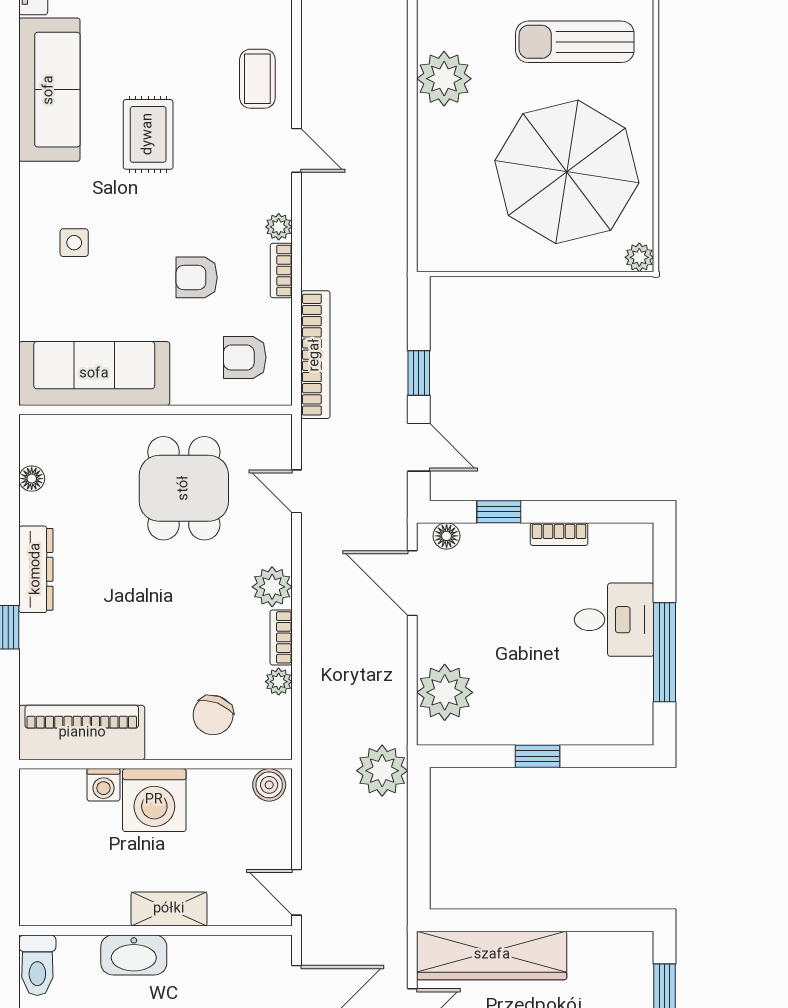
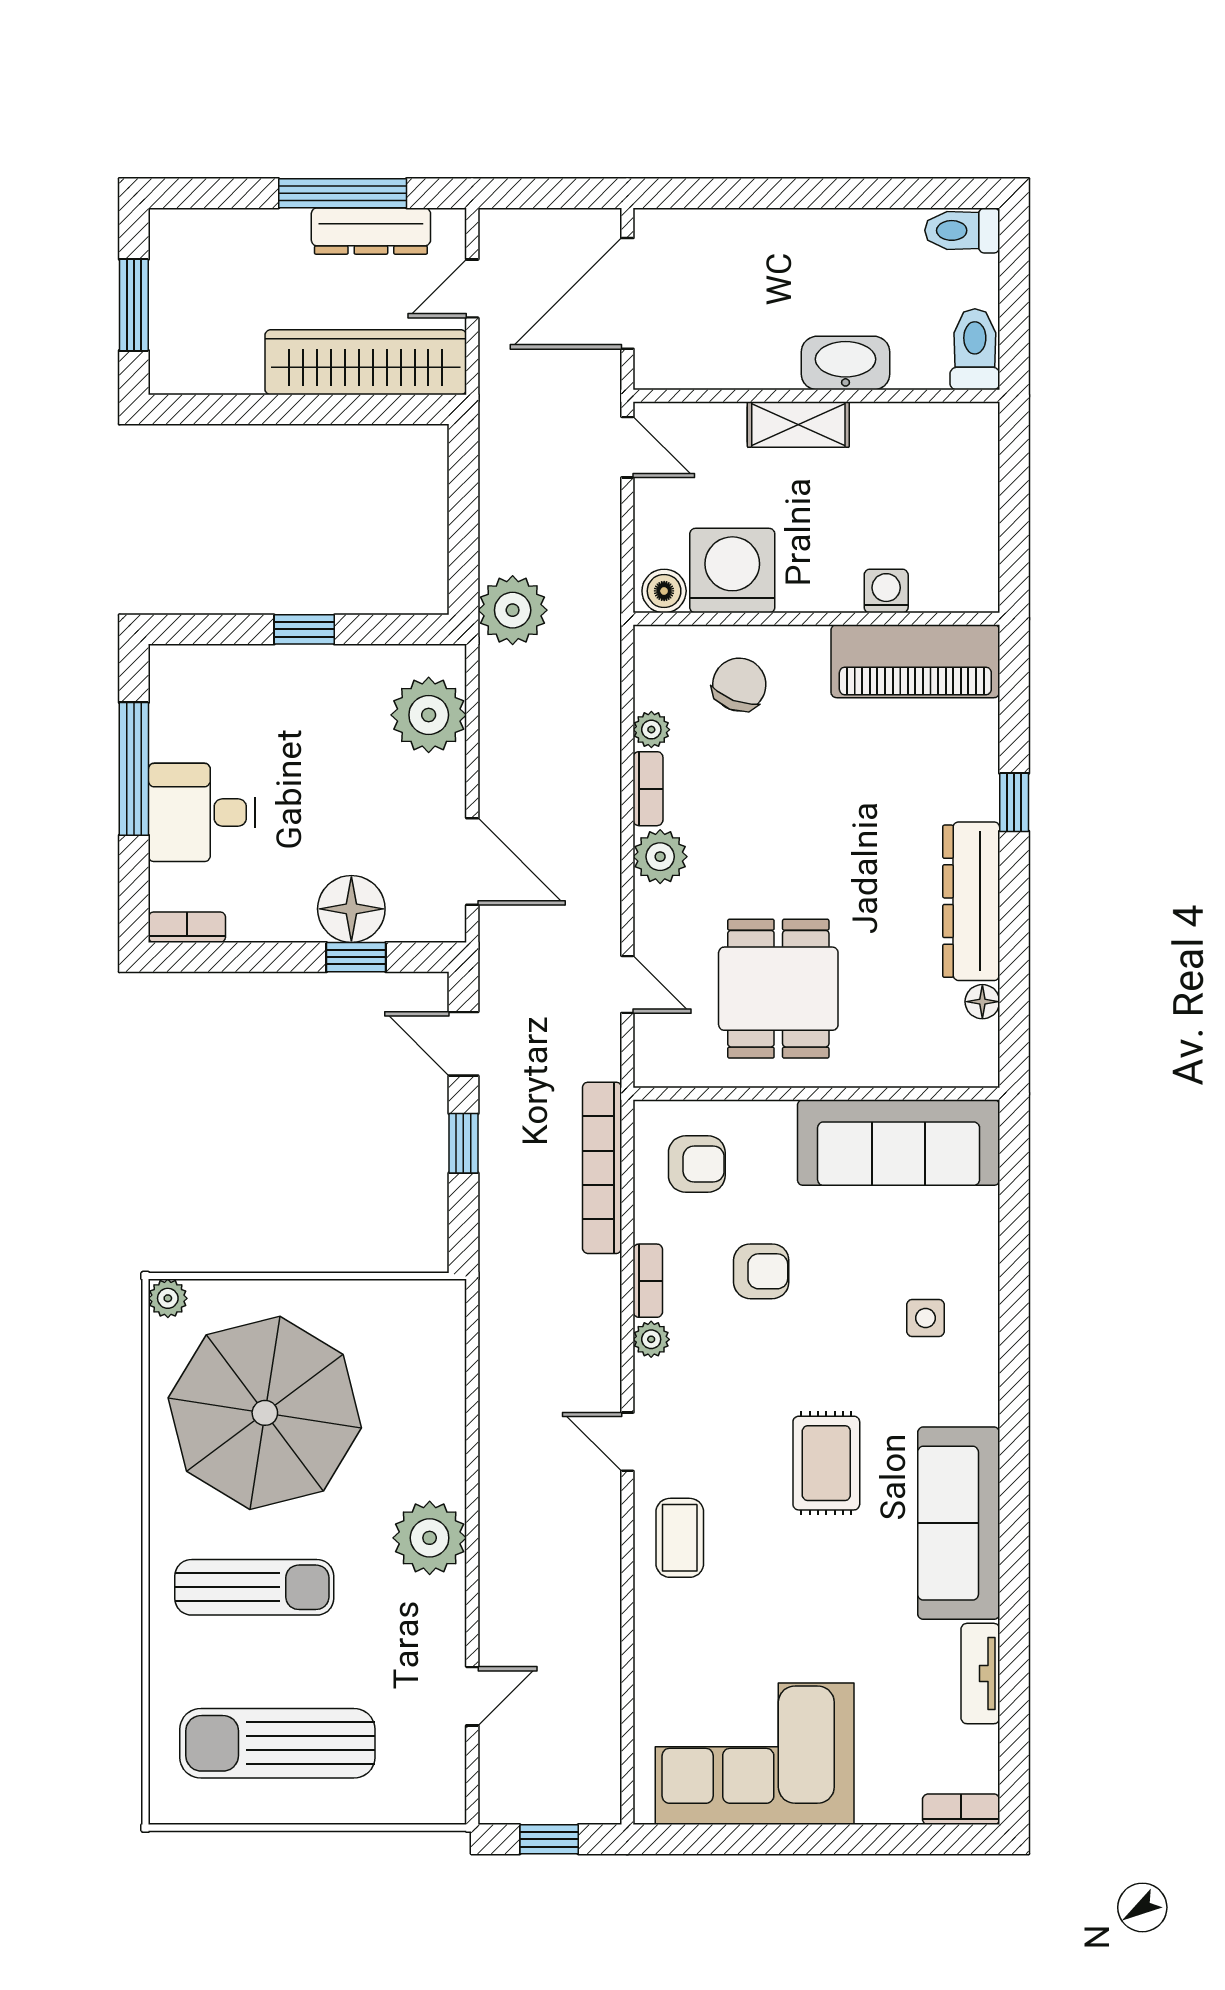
bookcase: (559, 534) -> (187, 927), moved
floor lamp: (447, 536) -> (351, 909), moved, width x1.89, depth x1.89
dresser: (36, 569) -> (971, 901), width x1.37, depth x1.24
washing machine: (154, 800) -> (732, 571), moved

